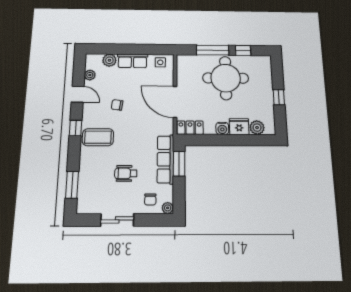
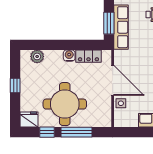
side table: (160, 62) -> (121, 103), moved
fridge: (239, 127) -> (29, 120), moved, turned 180
locker: (190, 128) -> (88, 56), moved

